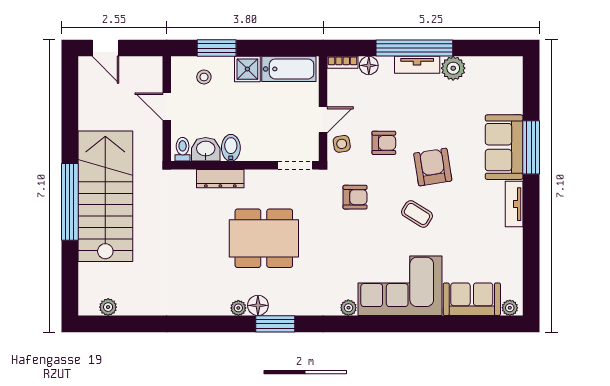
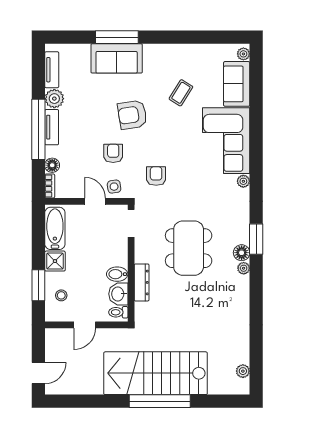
tv unit: (514, 204) -> (52, 70), moved, turned -90
coffee table: (417, 214) -> (181, 93), moved

